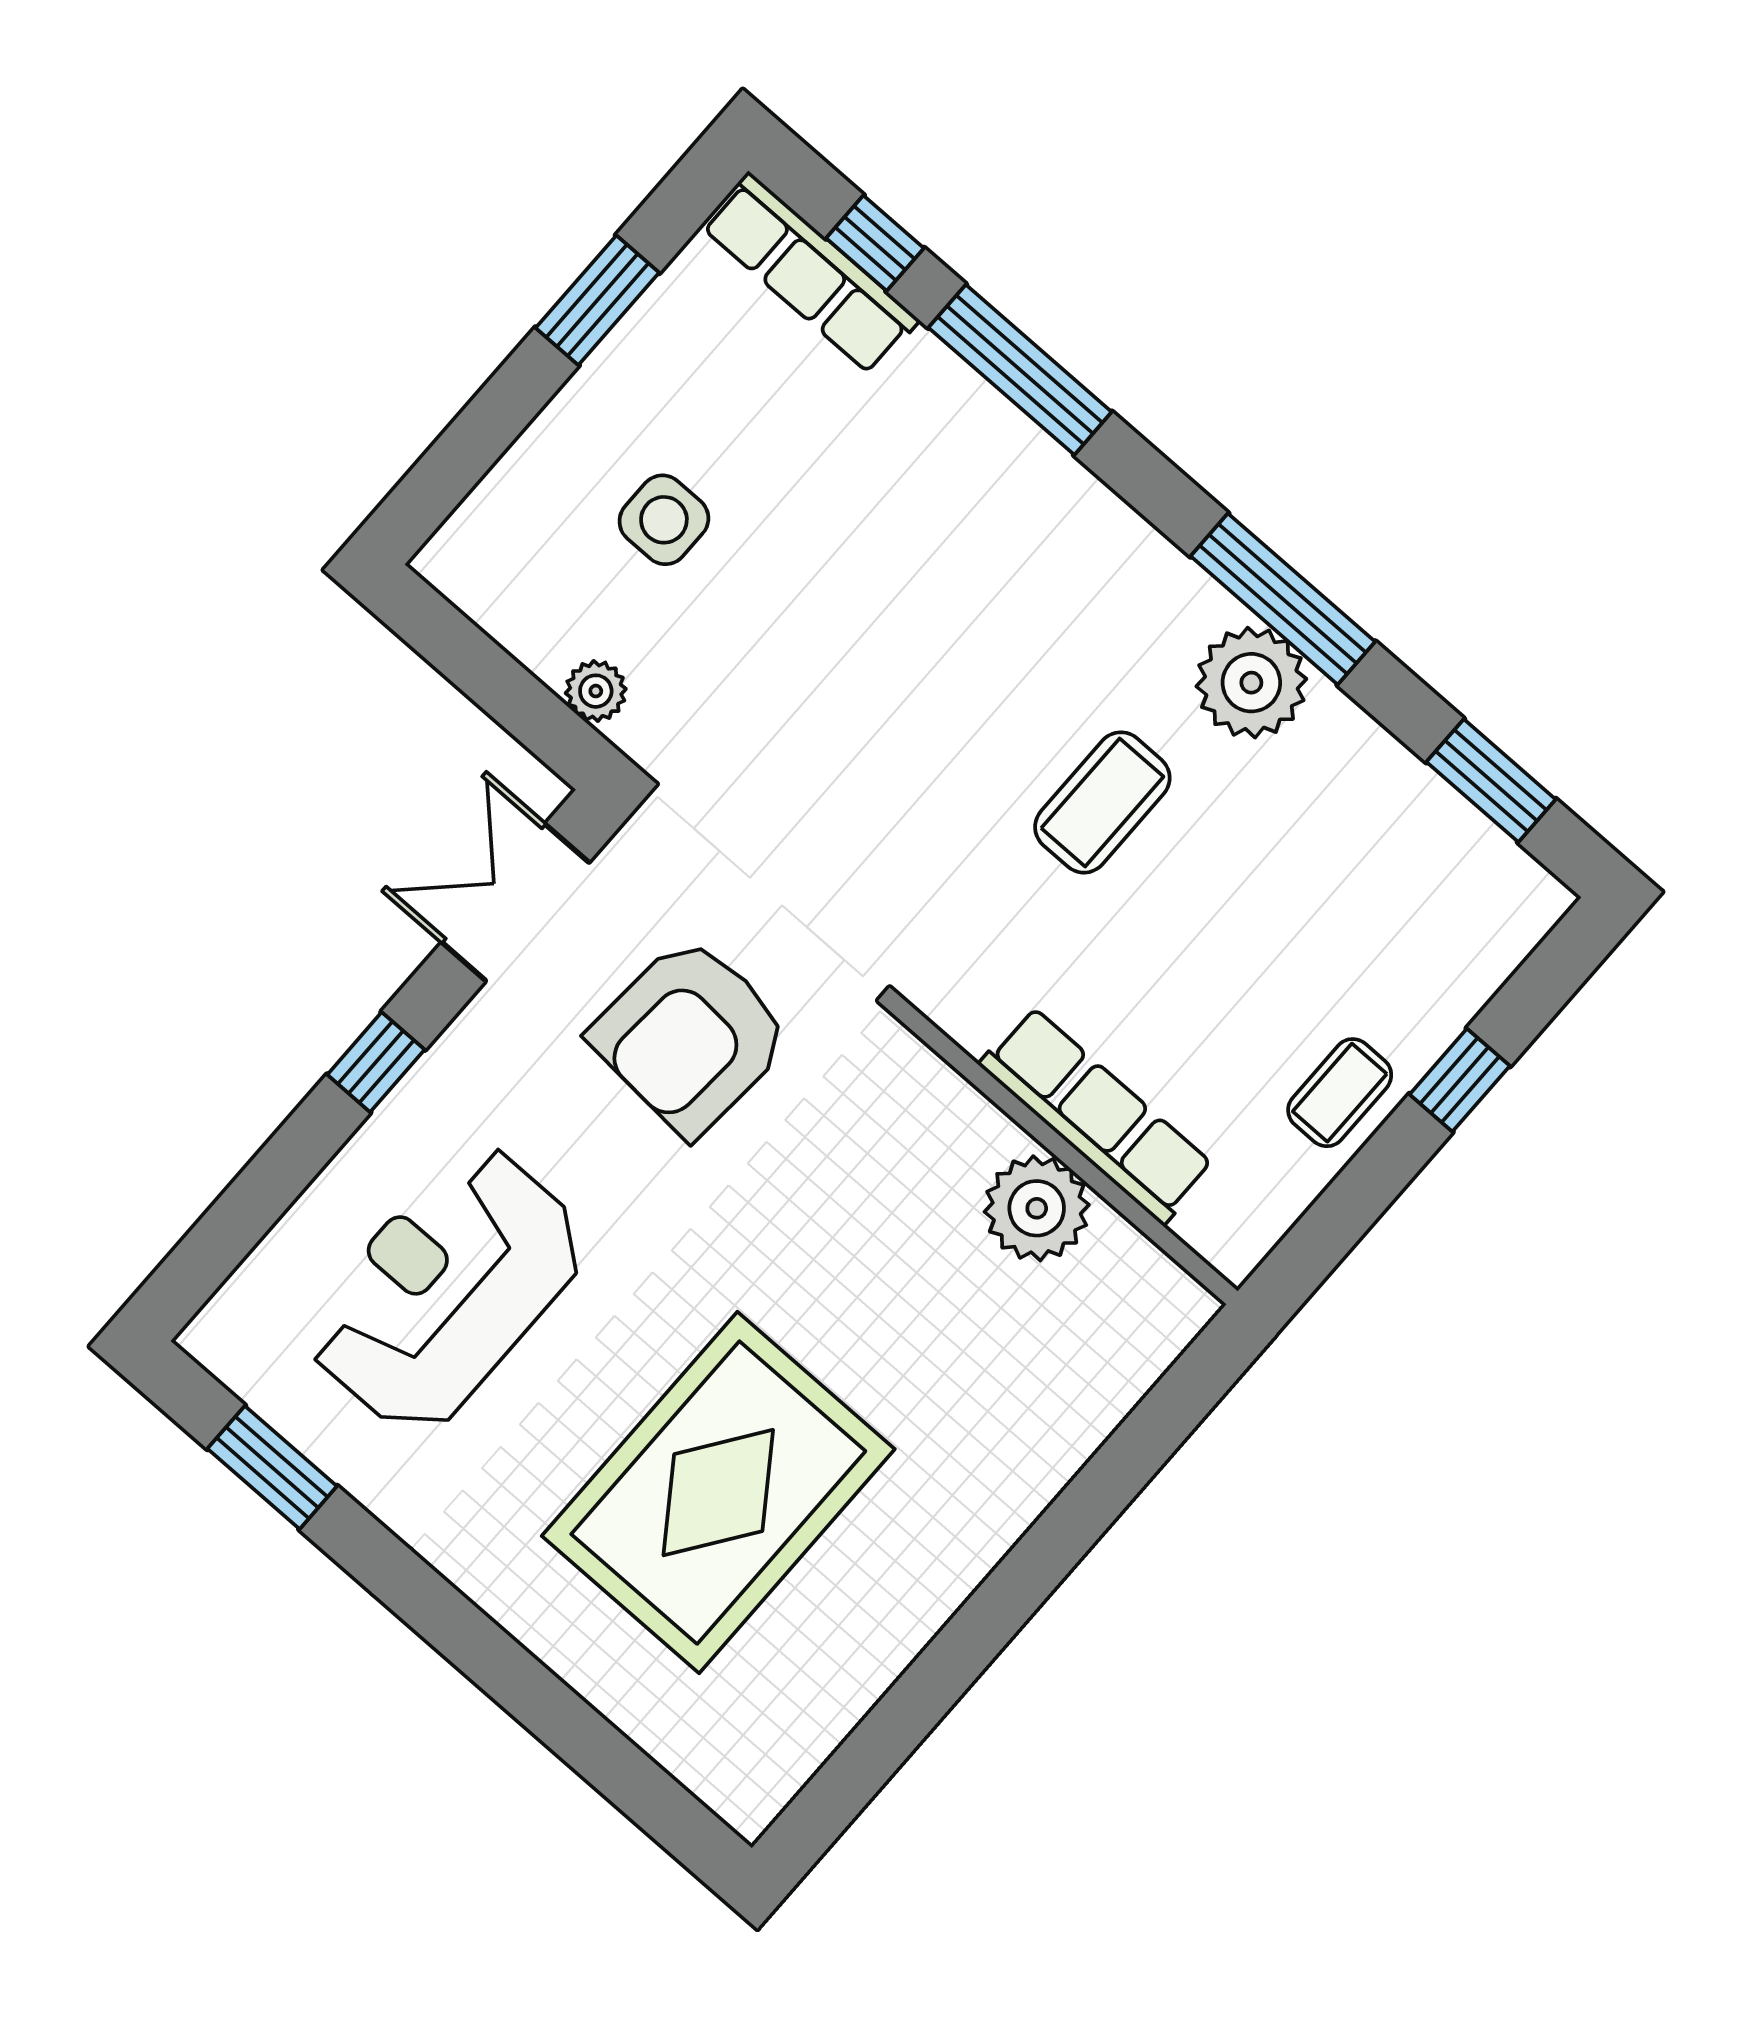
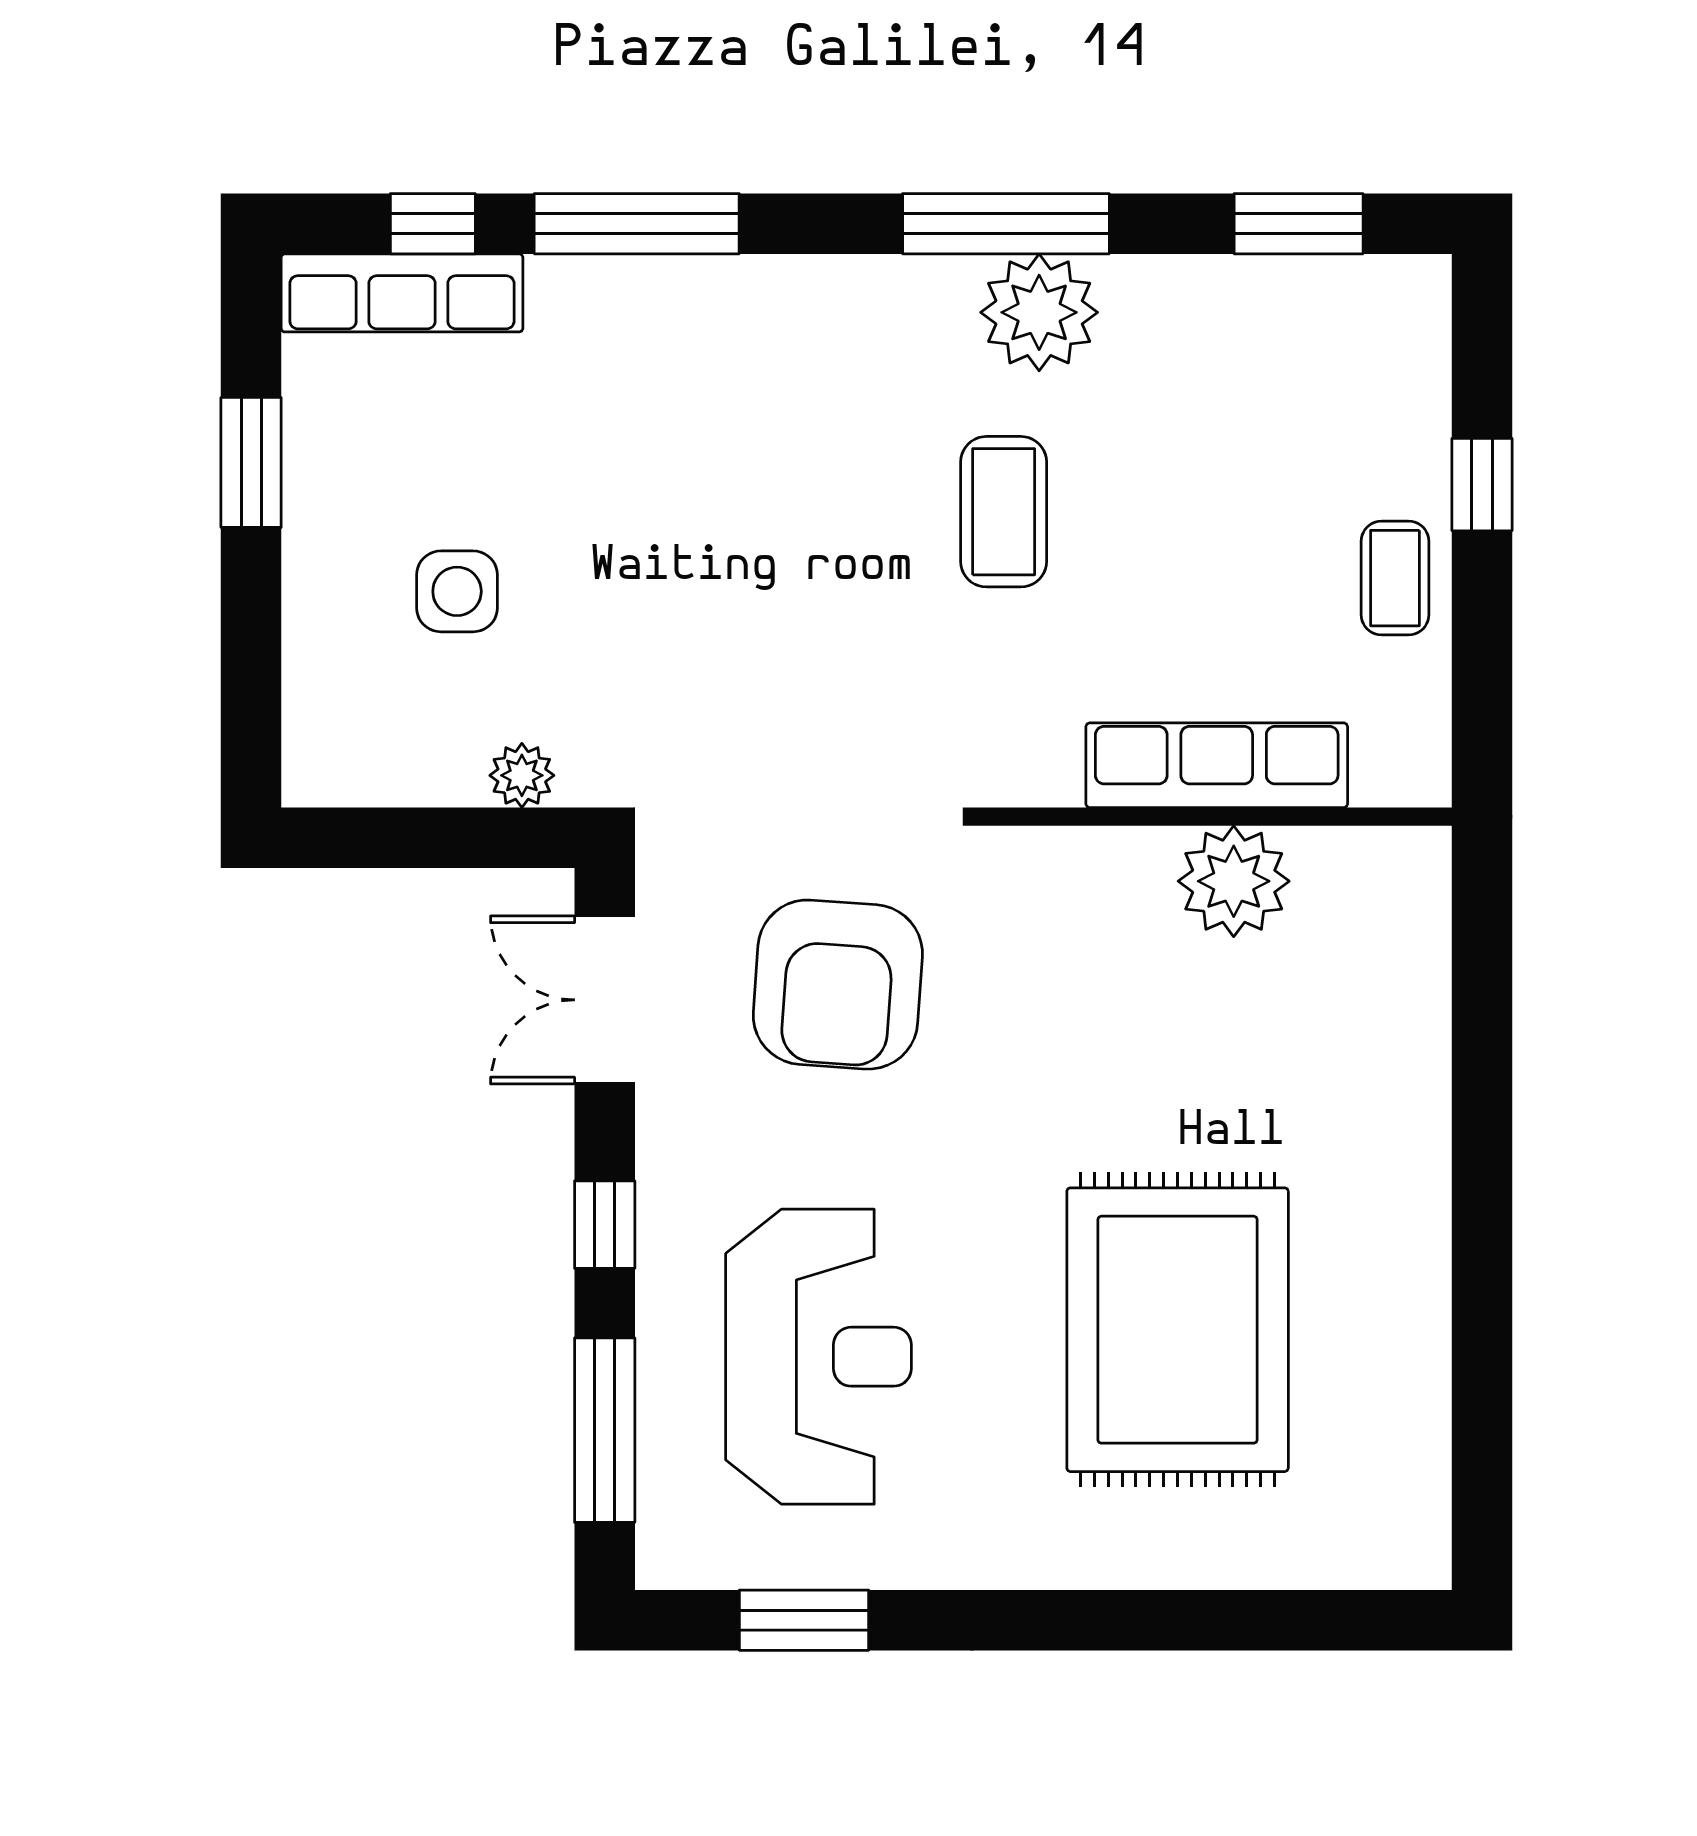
window: (248, 1208) -> (605, 1430), added
reception desk: (446, 1289) -> (819, 1357), turned 180

